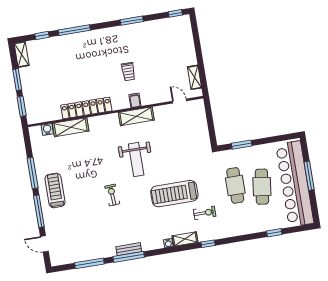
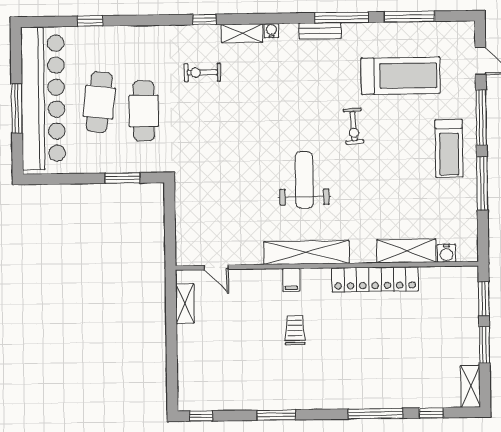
shelving: (136, 116) -> (307, 253), width x1.47
treadmill: (174, 194) -> (401, 76), moved
bench: (129, 249) -> (320, 31), moved

